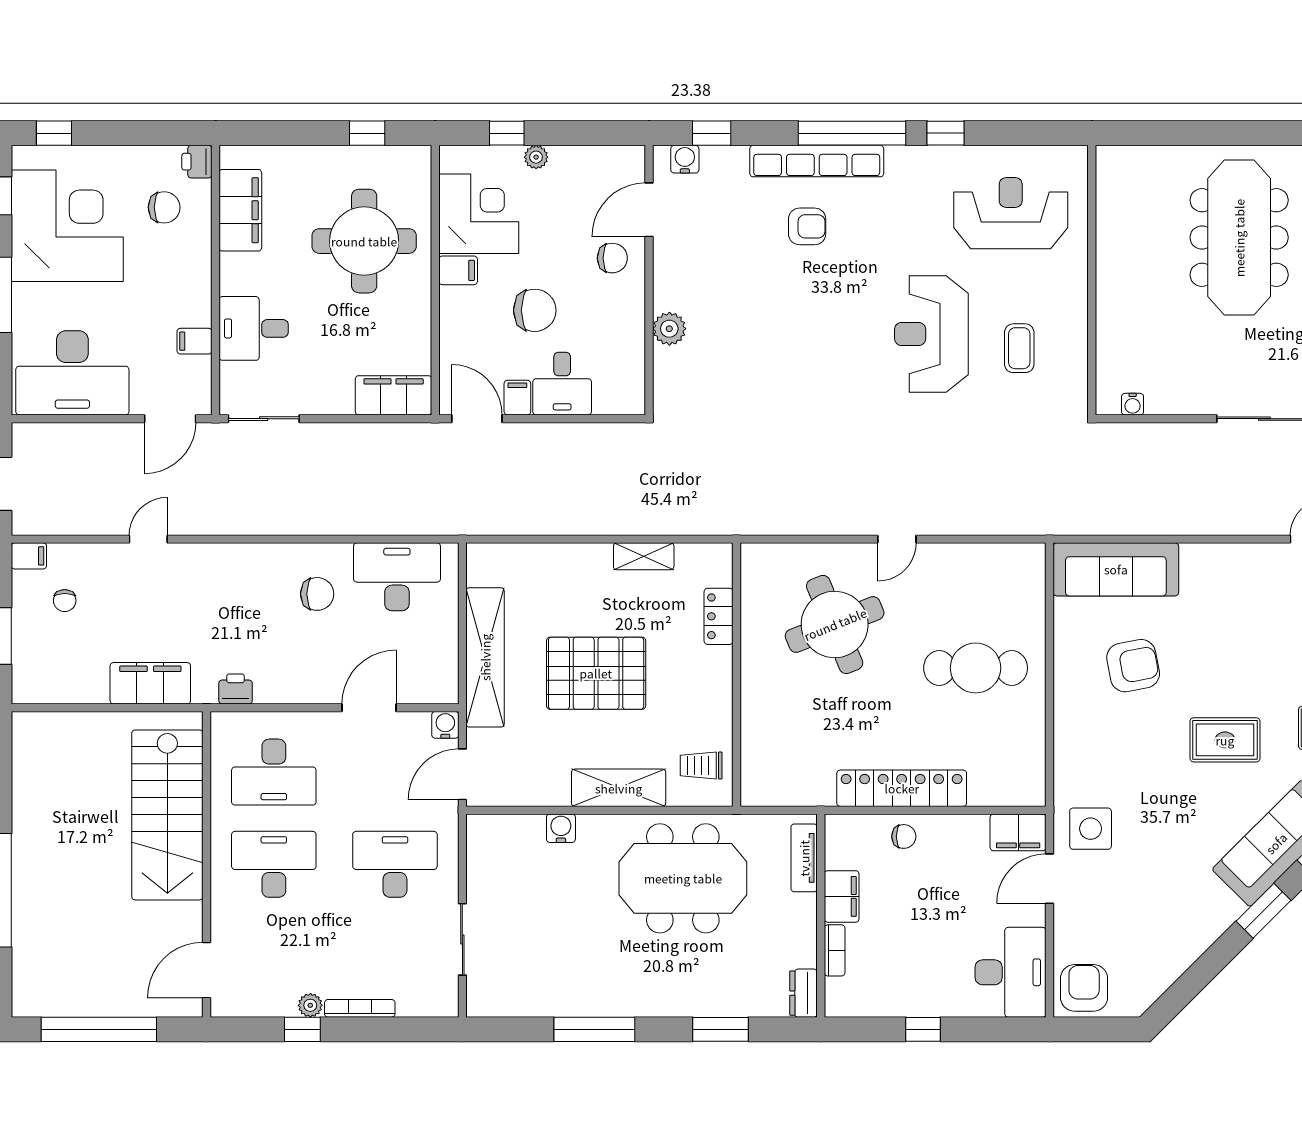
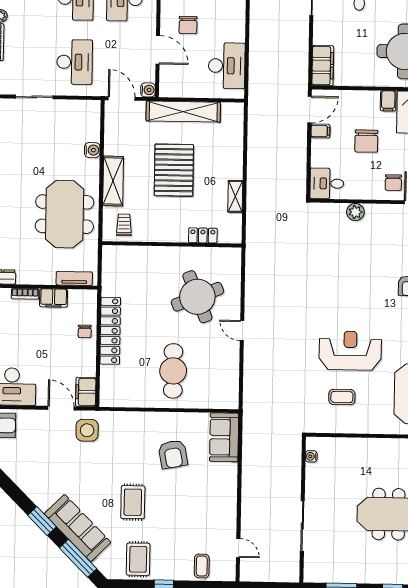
desk: (562, 384) -> (327, 183), moved
sofa: (1116, 569) -> (224, 437), width x0.73
chair: (317, 594) -> (188, 25), moved

